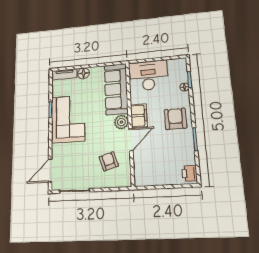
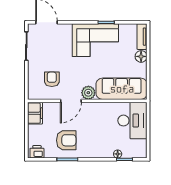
filing cabinet: (139, 116) -> (35, 113), moved, turned -90
armchair: (175, 119) -> (66, 140), moved
door: (131, 140) -> (71, 101), hinge flipped
armchair: (109, 161) -> (52, 79), turned -73

